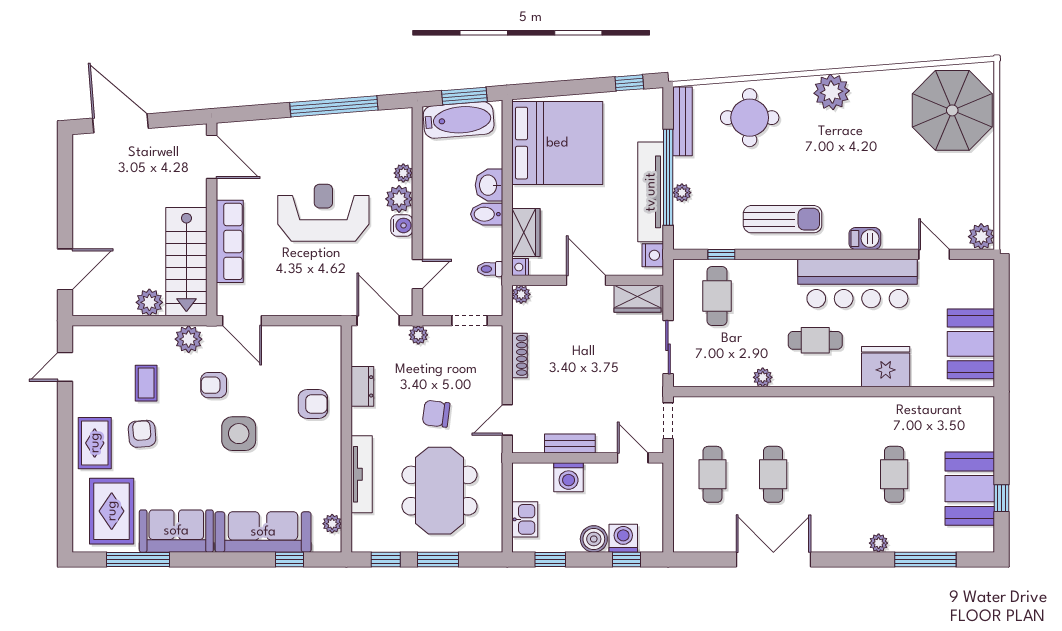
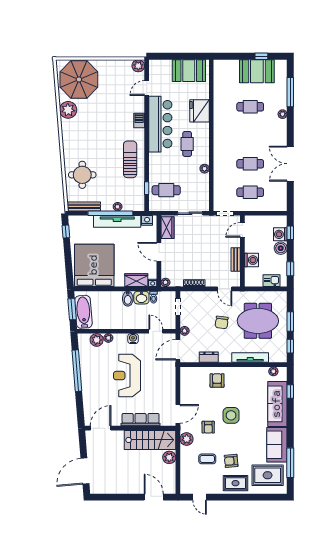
plant: (832, 92) -> (68, 110), moved
washbasin: (489, 185) -> (141, 298), moved
plant: (399, 199) -> (97, 340), moved
door: (586, 280) -> (159, 252), hinge flipped

